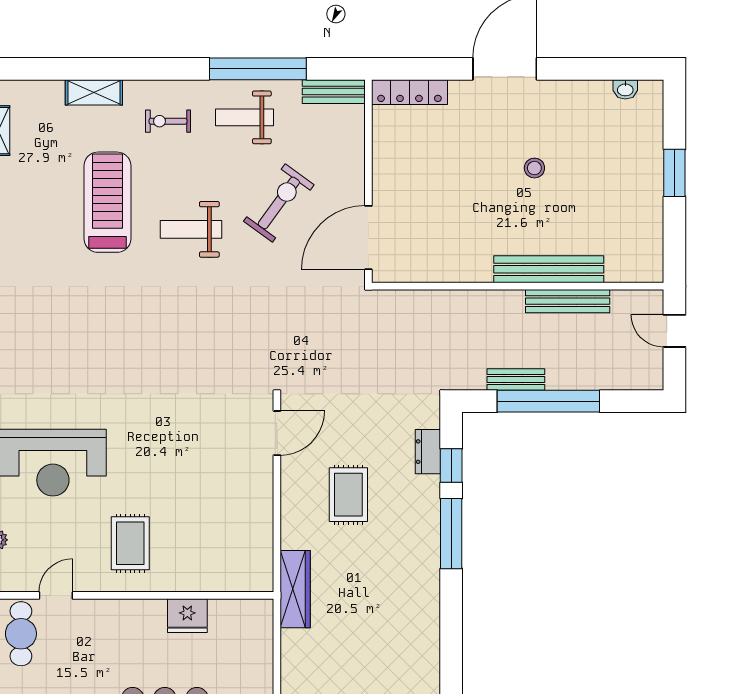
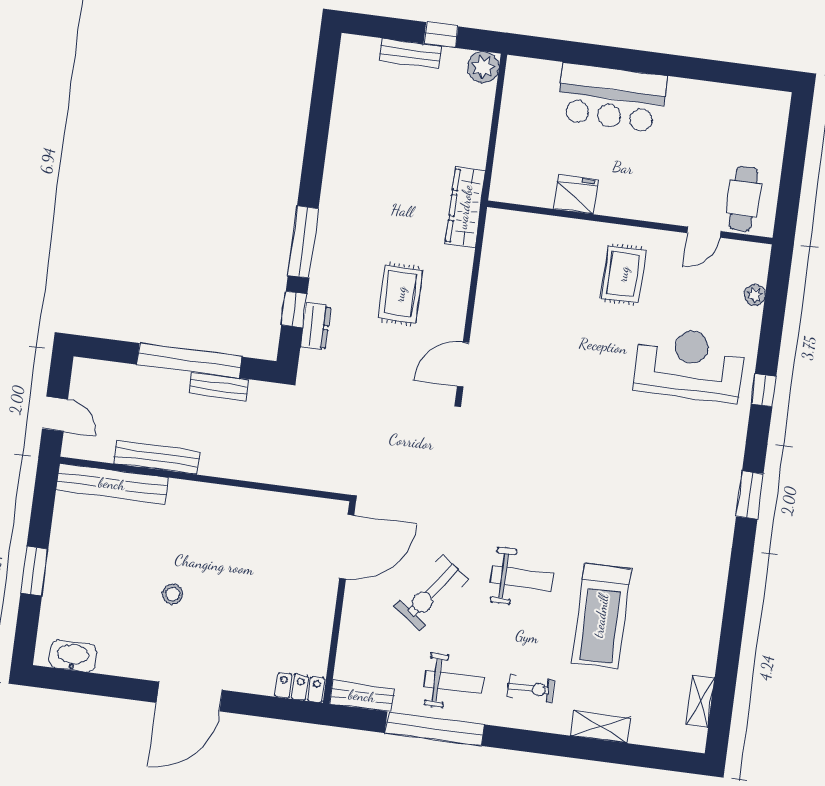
washbasin: (625, 89) -> (73, 656), width x1.91, depth x1.45
locker: (409, 92) -> (300, 687), width x0.66
bench: (549, 269) -> (112, 484), moved

